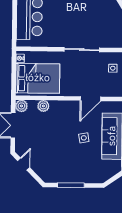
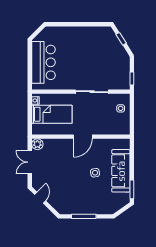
bed: (38, 78) -> (52, 114), width x0.67
door: (90, 99) -> (83, 137), moved
plant: (43, 106) -> (57, 144), removed

